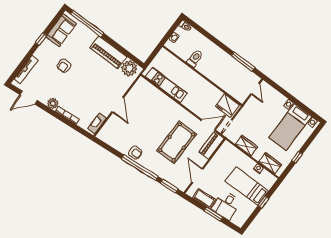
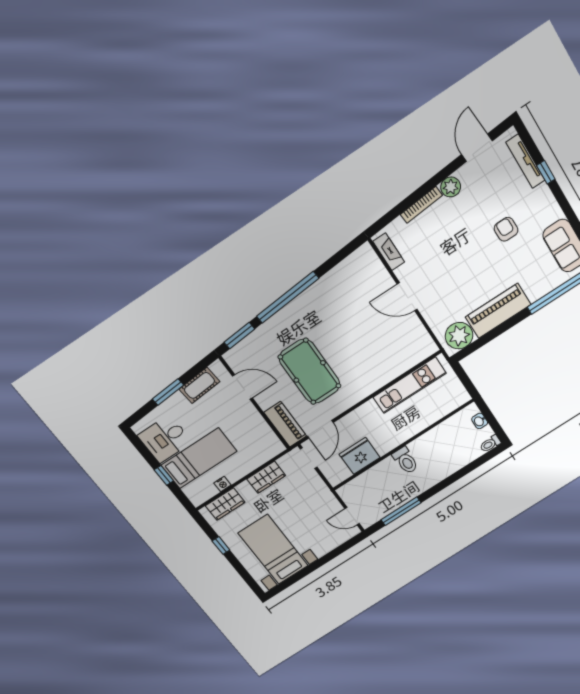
window: (41, 39) -> (546, 172), moved
toilet: (195, 58) -> (405, 460), moved
fridge: (227, 106) -> (360, 456), moved
armchair: (135, 153) -> (316, 299), removed
desk: (226, 205) -> (165, 439), moved, turned -85

